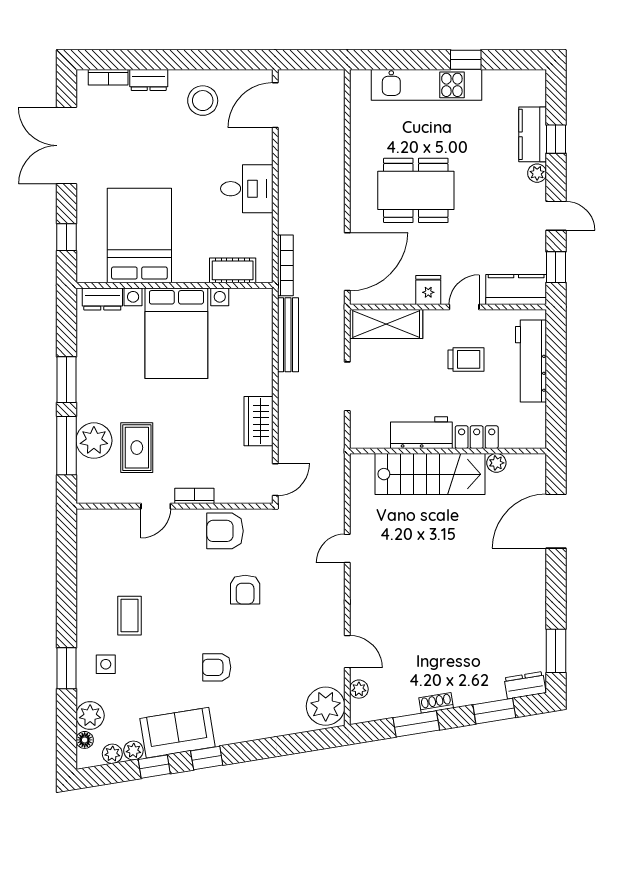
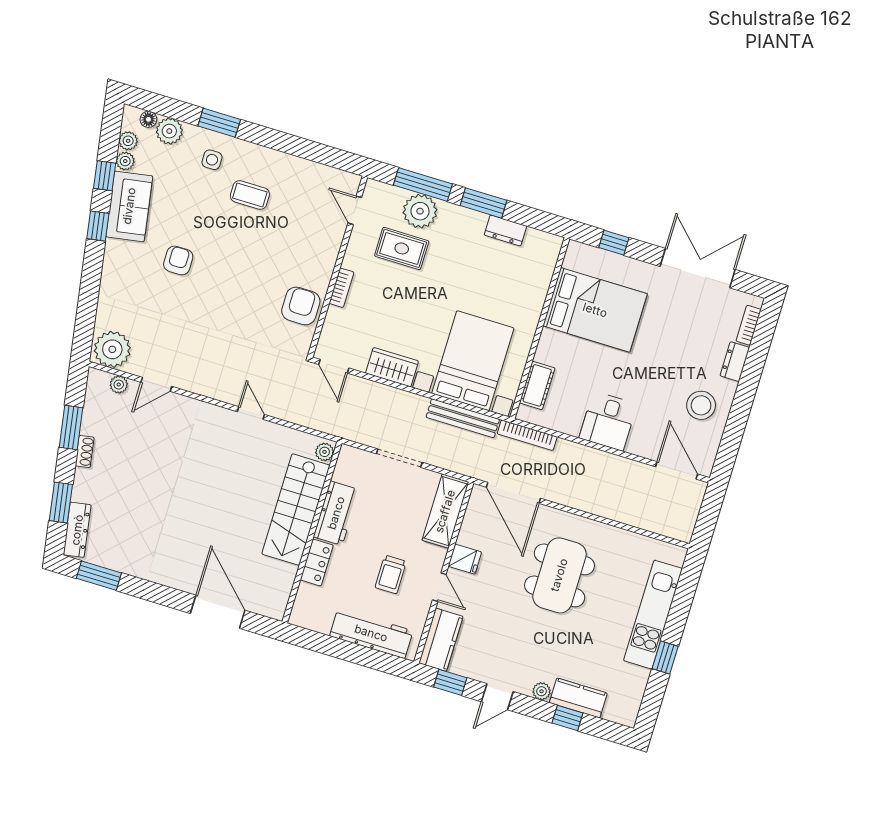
dresser: (102, 299) -> (505, 230), moved, turned -90
bed with nightstands: (176, 333) -> (473, 361), moved, turned 90
plant: (496, 463) -> (325, 452), moved
door: (156, 506) -> (355, 210), moved
armchair: (245, 590) -> (242, 308), removed
dresser: (525, 685) -> (77, 530), width x1.44

